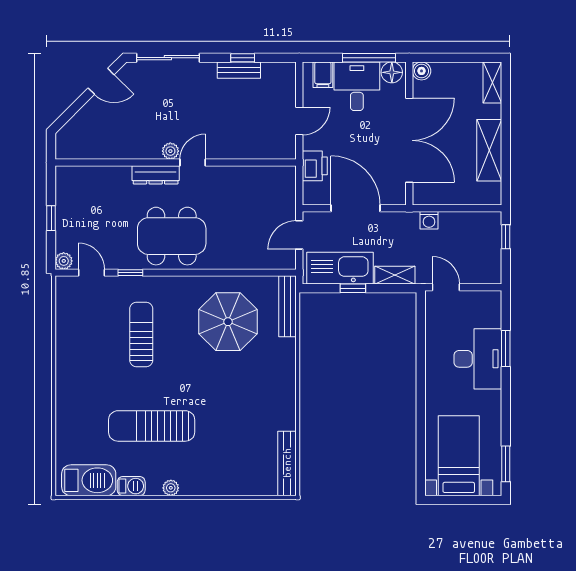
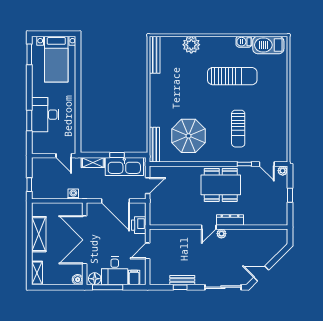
plant: (171, 488) -> (191, 45), moved, width x1.88, depth x1.88

